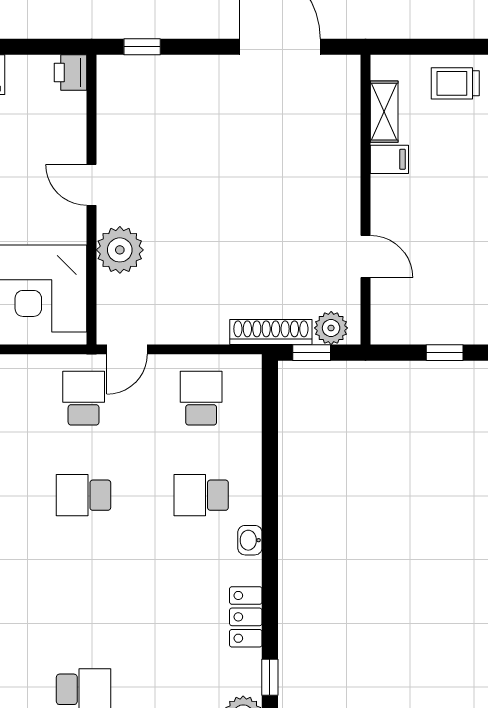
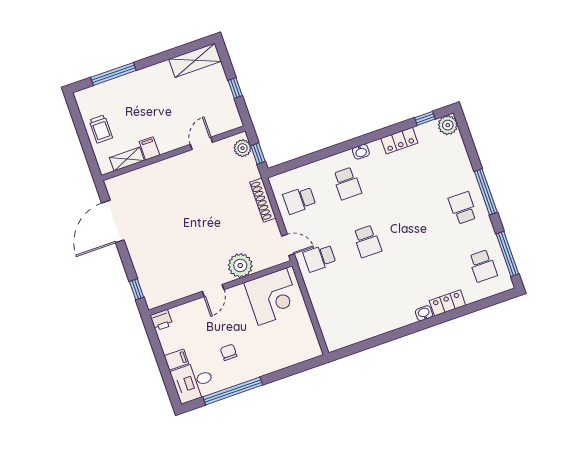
shoe rack: (271, 332) -> (263, 200), moved

